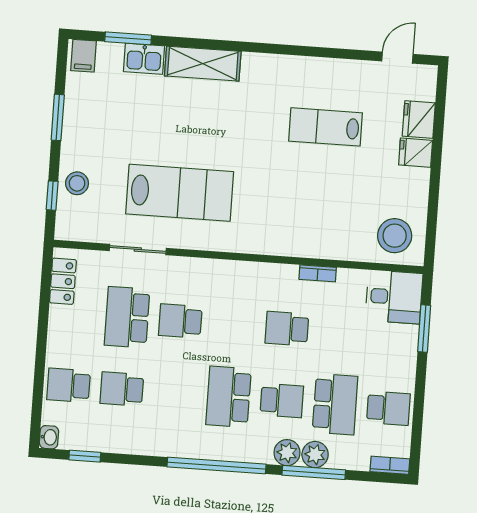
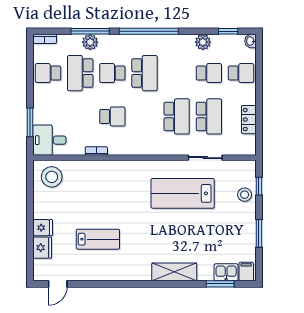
kitchen sink: (144, 59) -> (226, 272), moved
locker: (63, 281) -> (249, 120), moved
school desk: (180, 321) -> (177, 116), width x1.85
plant: (287, 453) -> (203, 42), moved

